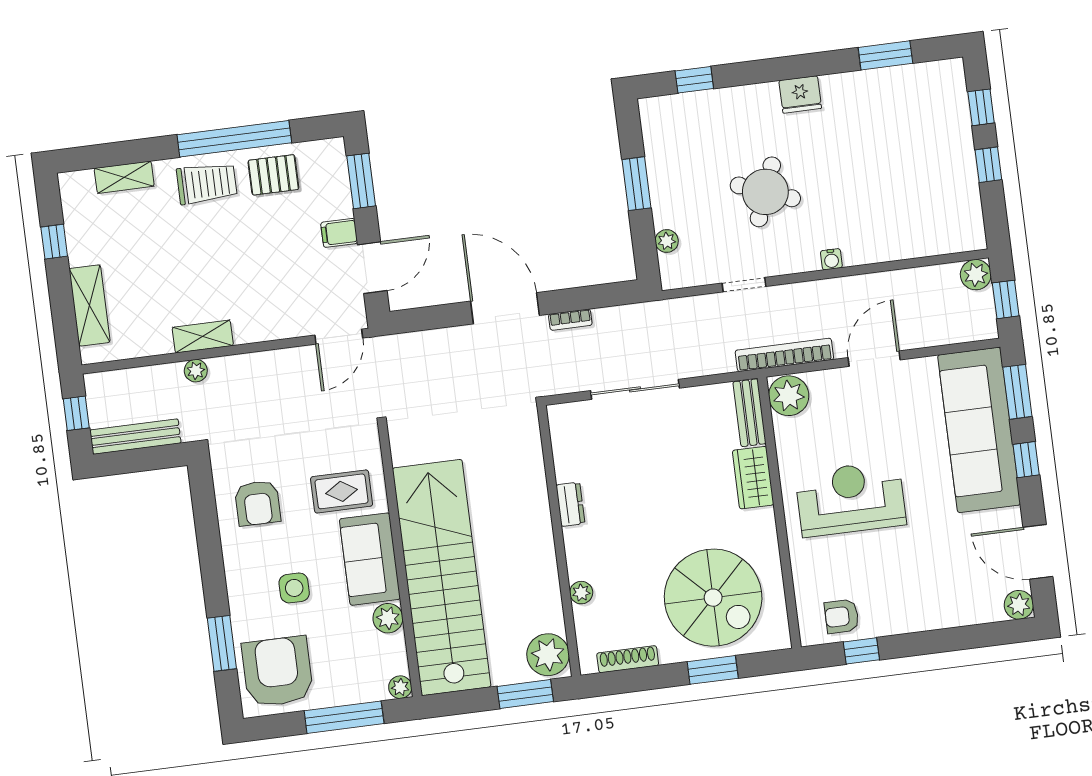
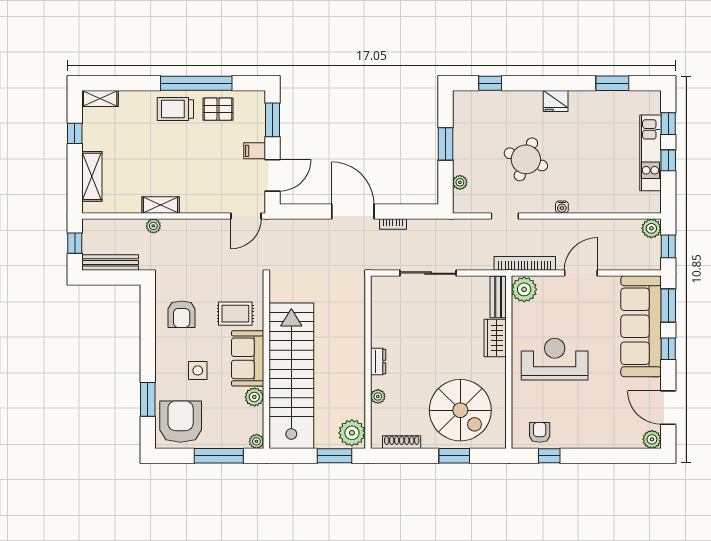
kitchen unit: (959, 157) -> (650, 153), added
shelving: (124, 177) -> (100, 99), moved
trolley: (207, 183) -> (175, 109), turned 180
dresser: (570, 504) -> (378, 362), moved
armchair: (842, 616) -> (540, 432), turned 90

